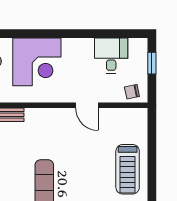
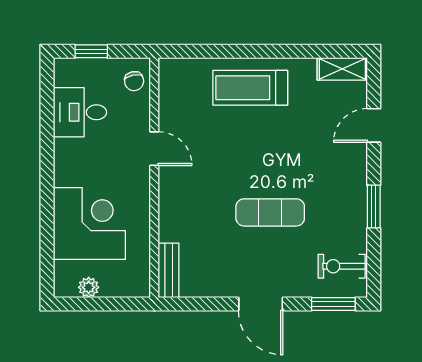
door: (87, 105) -> (154, 149), hinge flipped
treadmill: (128, 169) -> (250, 88), turned 180

